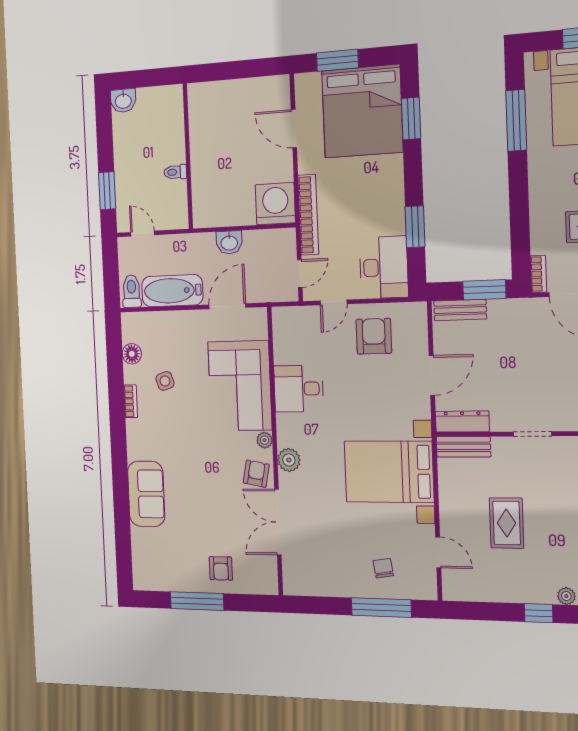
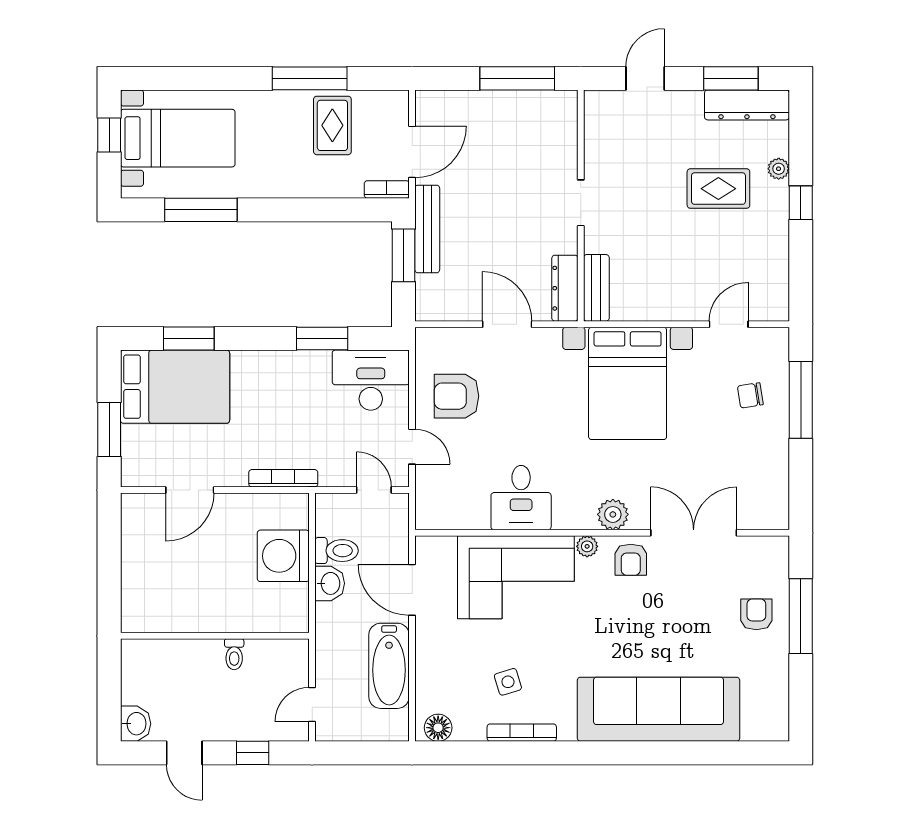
bed: (362, 111) -> (175, 387), width x0.73
door: (105, 139) -> (184, 753), added
window: (107, 191) -> (253, 753), width x0.67
washing machine: (275, 204) -> (283, 556), moved
bookcase: (308, 215) -> (283, 478), width x0.68, depth x0.76
toilet: (132, 291) -> (337, 551), moved, turned 180
bench: (460, 310) -> (427, 229), moved, width x1.36
floor lamp: (132, 354) -> (438, 728), moved
bookcase: (131, 401) -> (522, 733), width x1.56
armchair: (256, 474) -> (631, 560), turned -101
sofa: (146, 494) -> (659, 709), width x1.85, depth x1.27
double door: (278, 522) -> (694, 533), swing flipped
rug: (507, 523) -> (718, 189), moved
armchair: (221, 568) -> (756, 614), turned -90
window: (197, 601) -> (801, 616), moved

